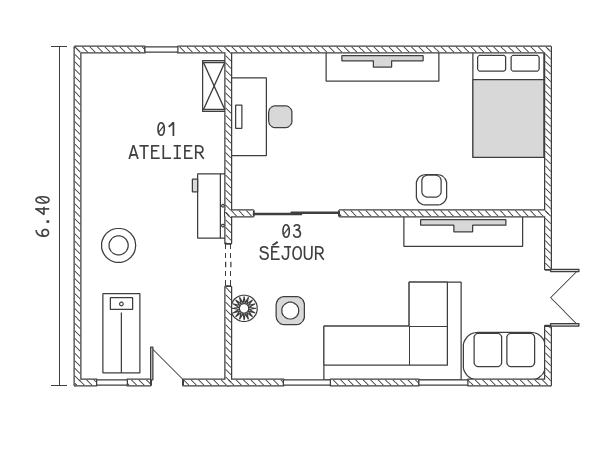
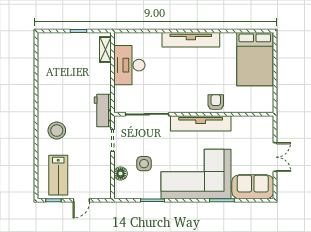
tv unit: (463, 231) -> (201, 123), moved
floor lamp: (244, 308) -> (121, 174), moved
door: (167, 383) -> (81, 200), swing flipped

